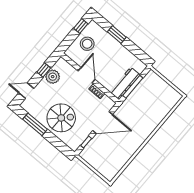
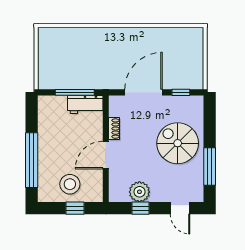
window: (81, 26) -> (75, 208), moved
window: (117, 34) -> (32, 160), width x2.11
workbench: (125, 83) -> (85, 104), width x0.73
door: (103, 123) -> (144, 92), hinge flipped

